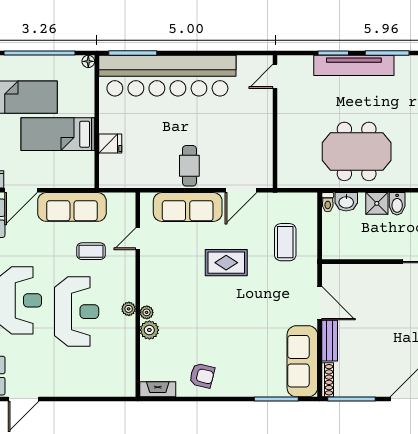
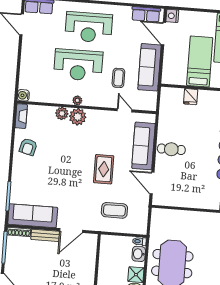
plant: (147, 312) -> (78, 117), width x1.88, depth x1.88
water cooler: (127, 388) -> (23, 95), added

